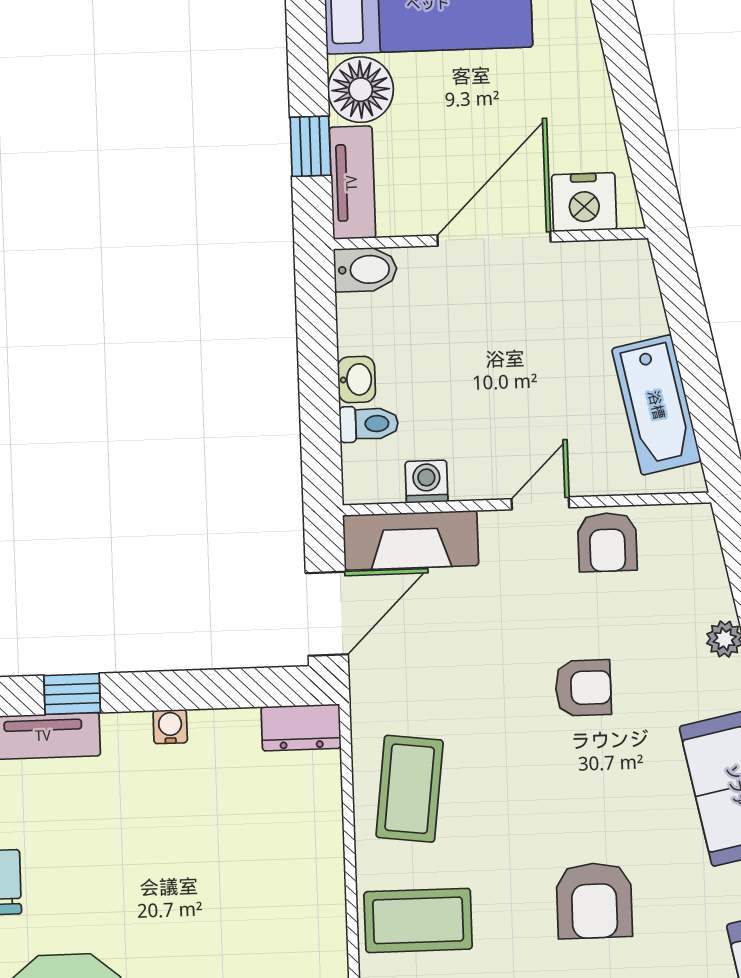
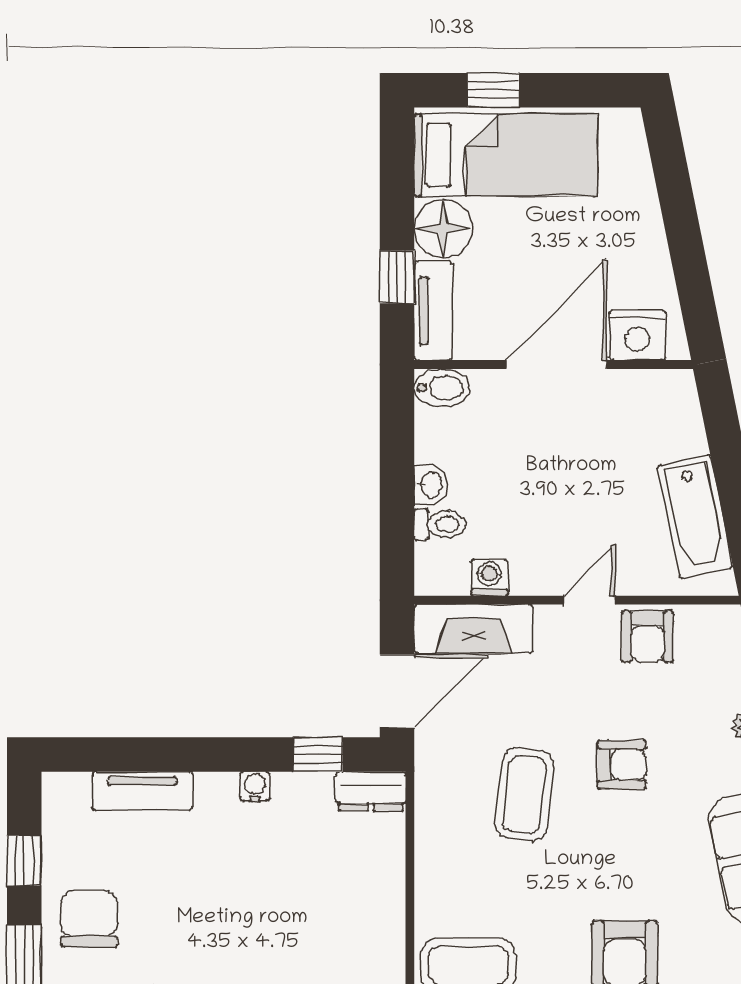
window: (72, 694) -> (318, 754), moved
coffee table: (410, 789) -> (524, 794), moved

